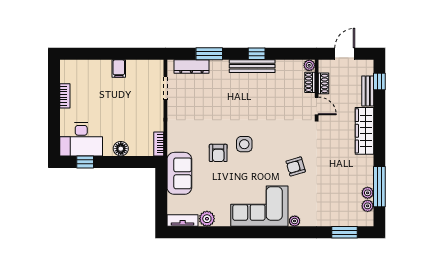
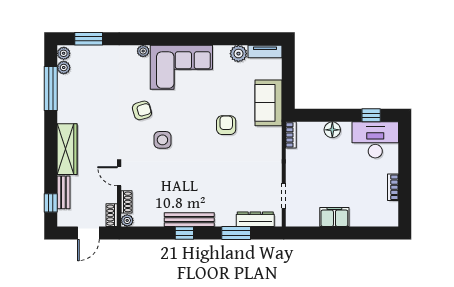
filing cabinet: (119, 69) -> (334, 217), width x2.00
shoe rack: (323, 83) -> (112, 215), moved
side table: (244, 144) -> (162, 140), moved
plant: (368, 193) -> (64, 53), moved

